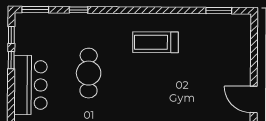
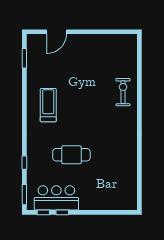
treadmill: (155, 42) -> (48, 105), turned 180
bar counter: (30, 85) -> (56, 198), moved
door: (254, 99) -> (56, 32), moved

